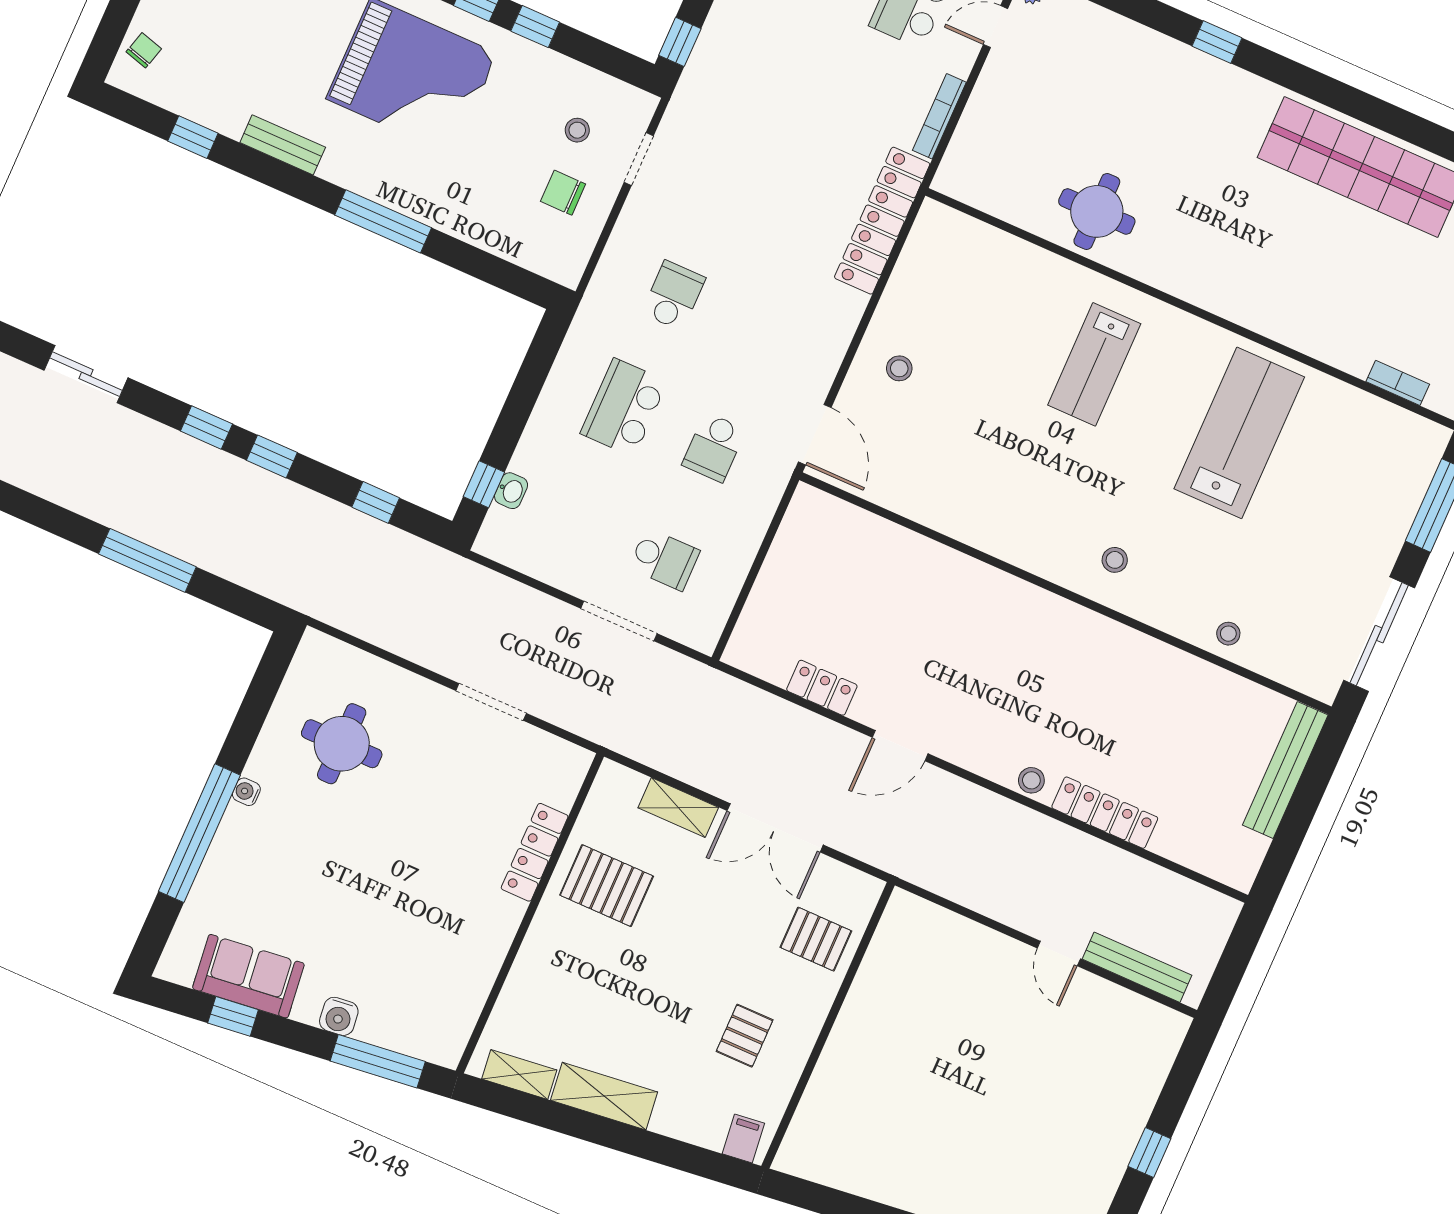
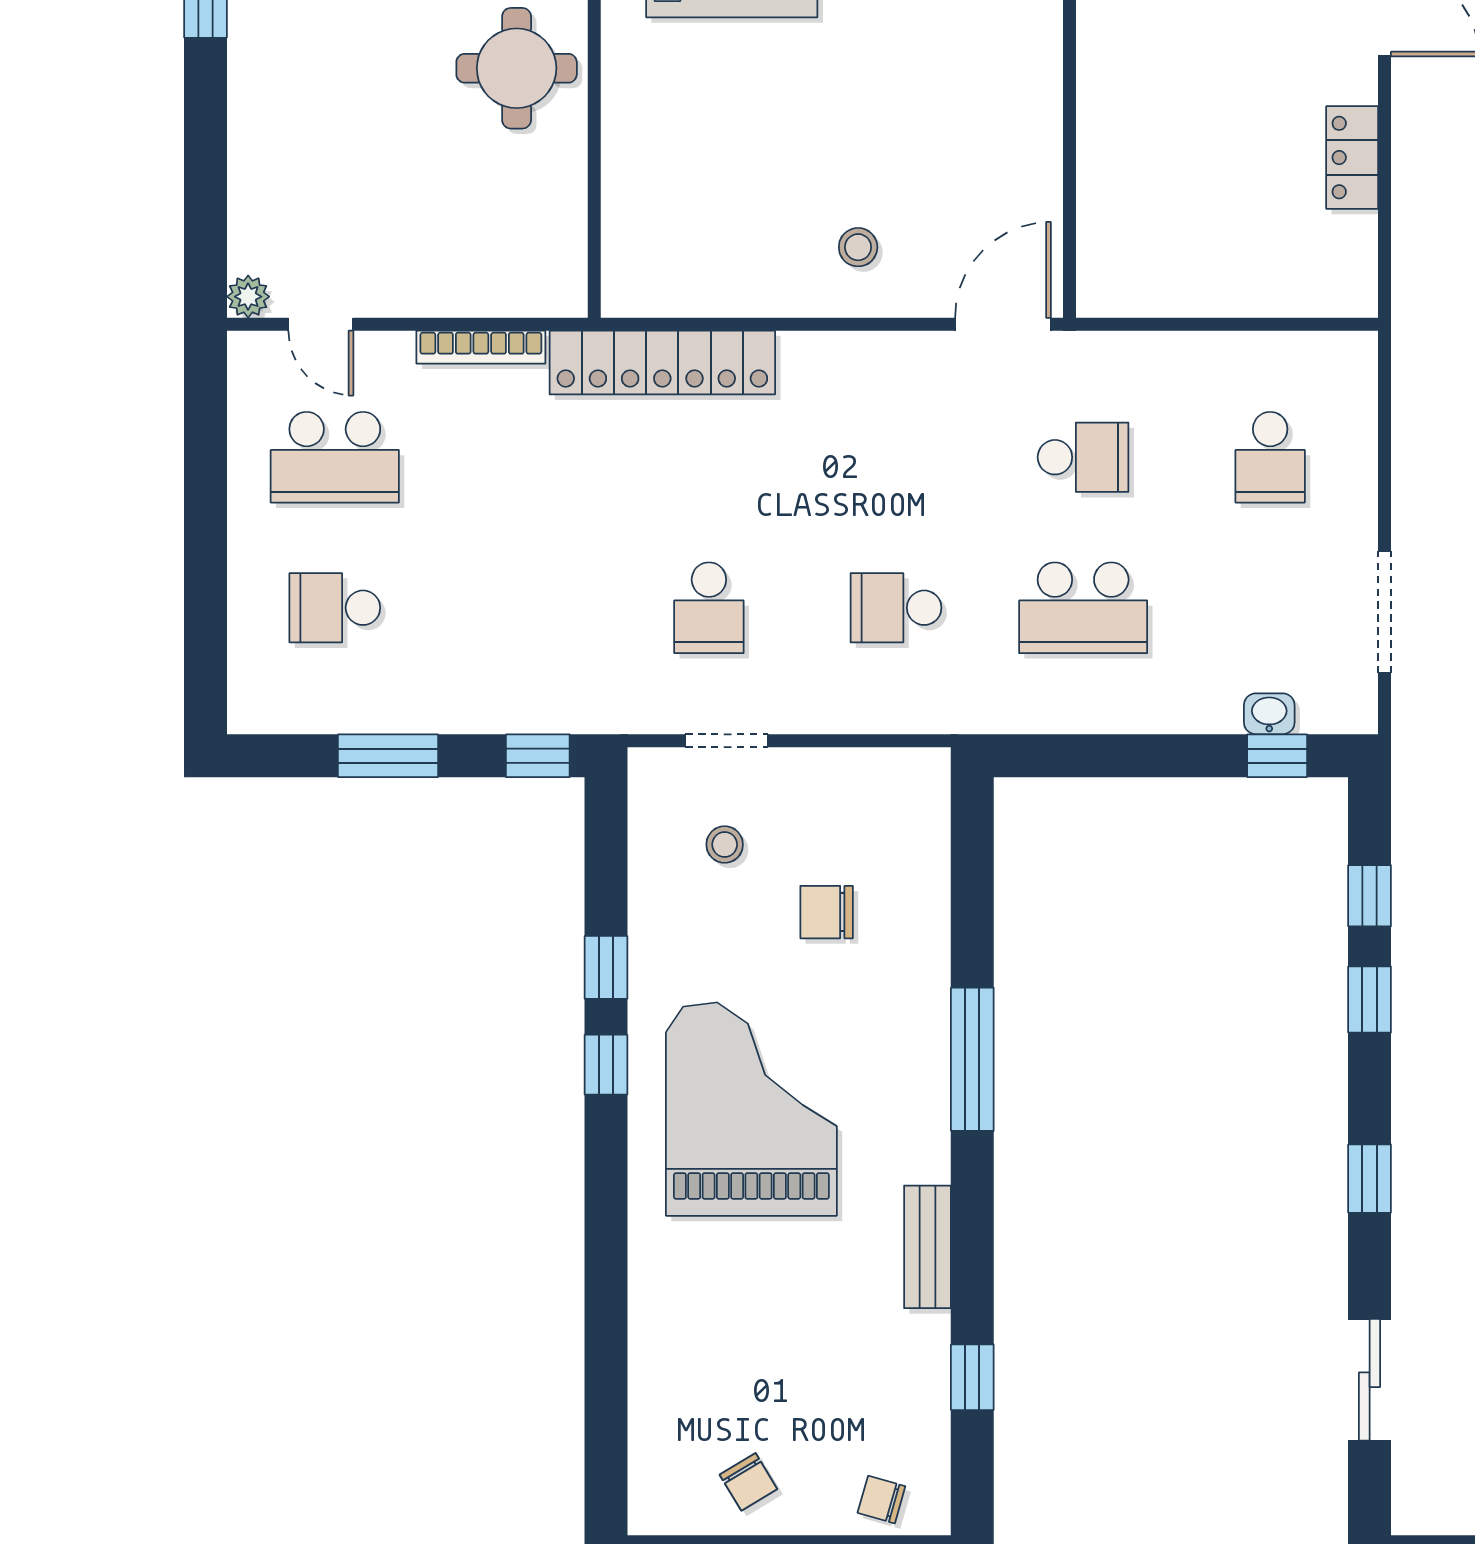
school desk: (723, 184) -> (709, 608), added
chair: (563, 193) -> (827, 912), moved, turned 90
window: (272, 456) -> (1370, 1000), moved
school desk: (664, 559) -> (1270, 457), turned 180
doorway: (619, 621) -> (1385, 612), moved

